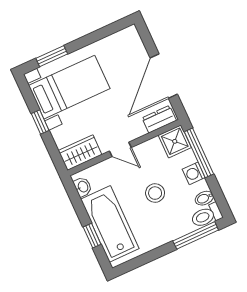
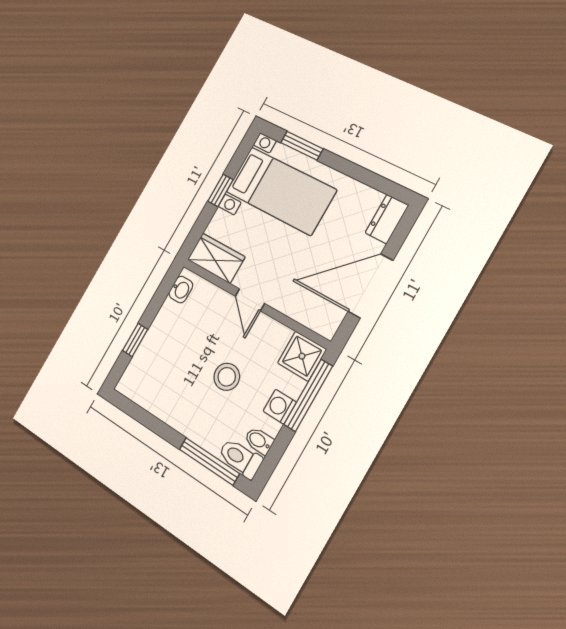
dresser: (159, 119) -> (387, 219), moved, turned -90
bathtub: (110, 224) -> (160, 350), removed

